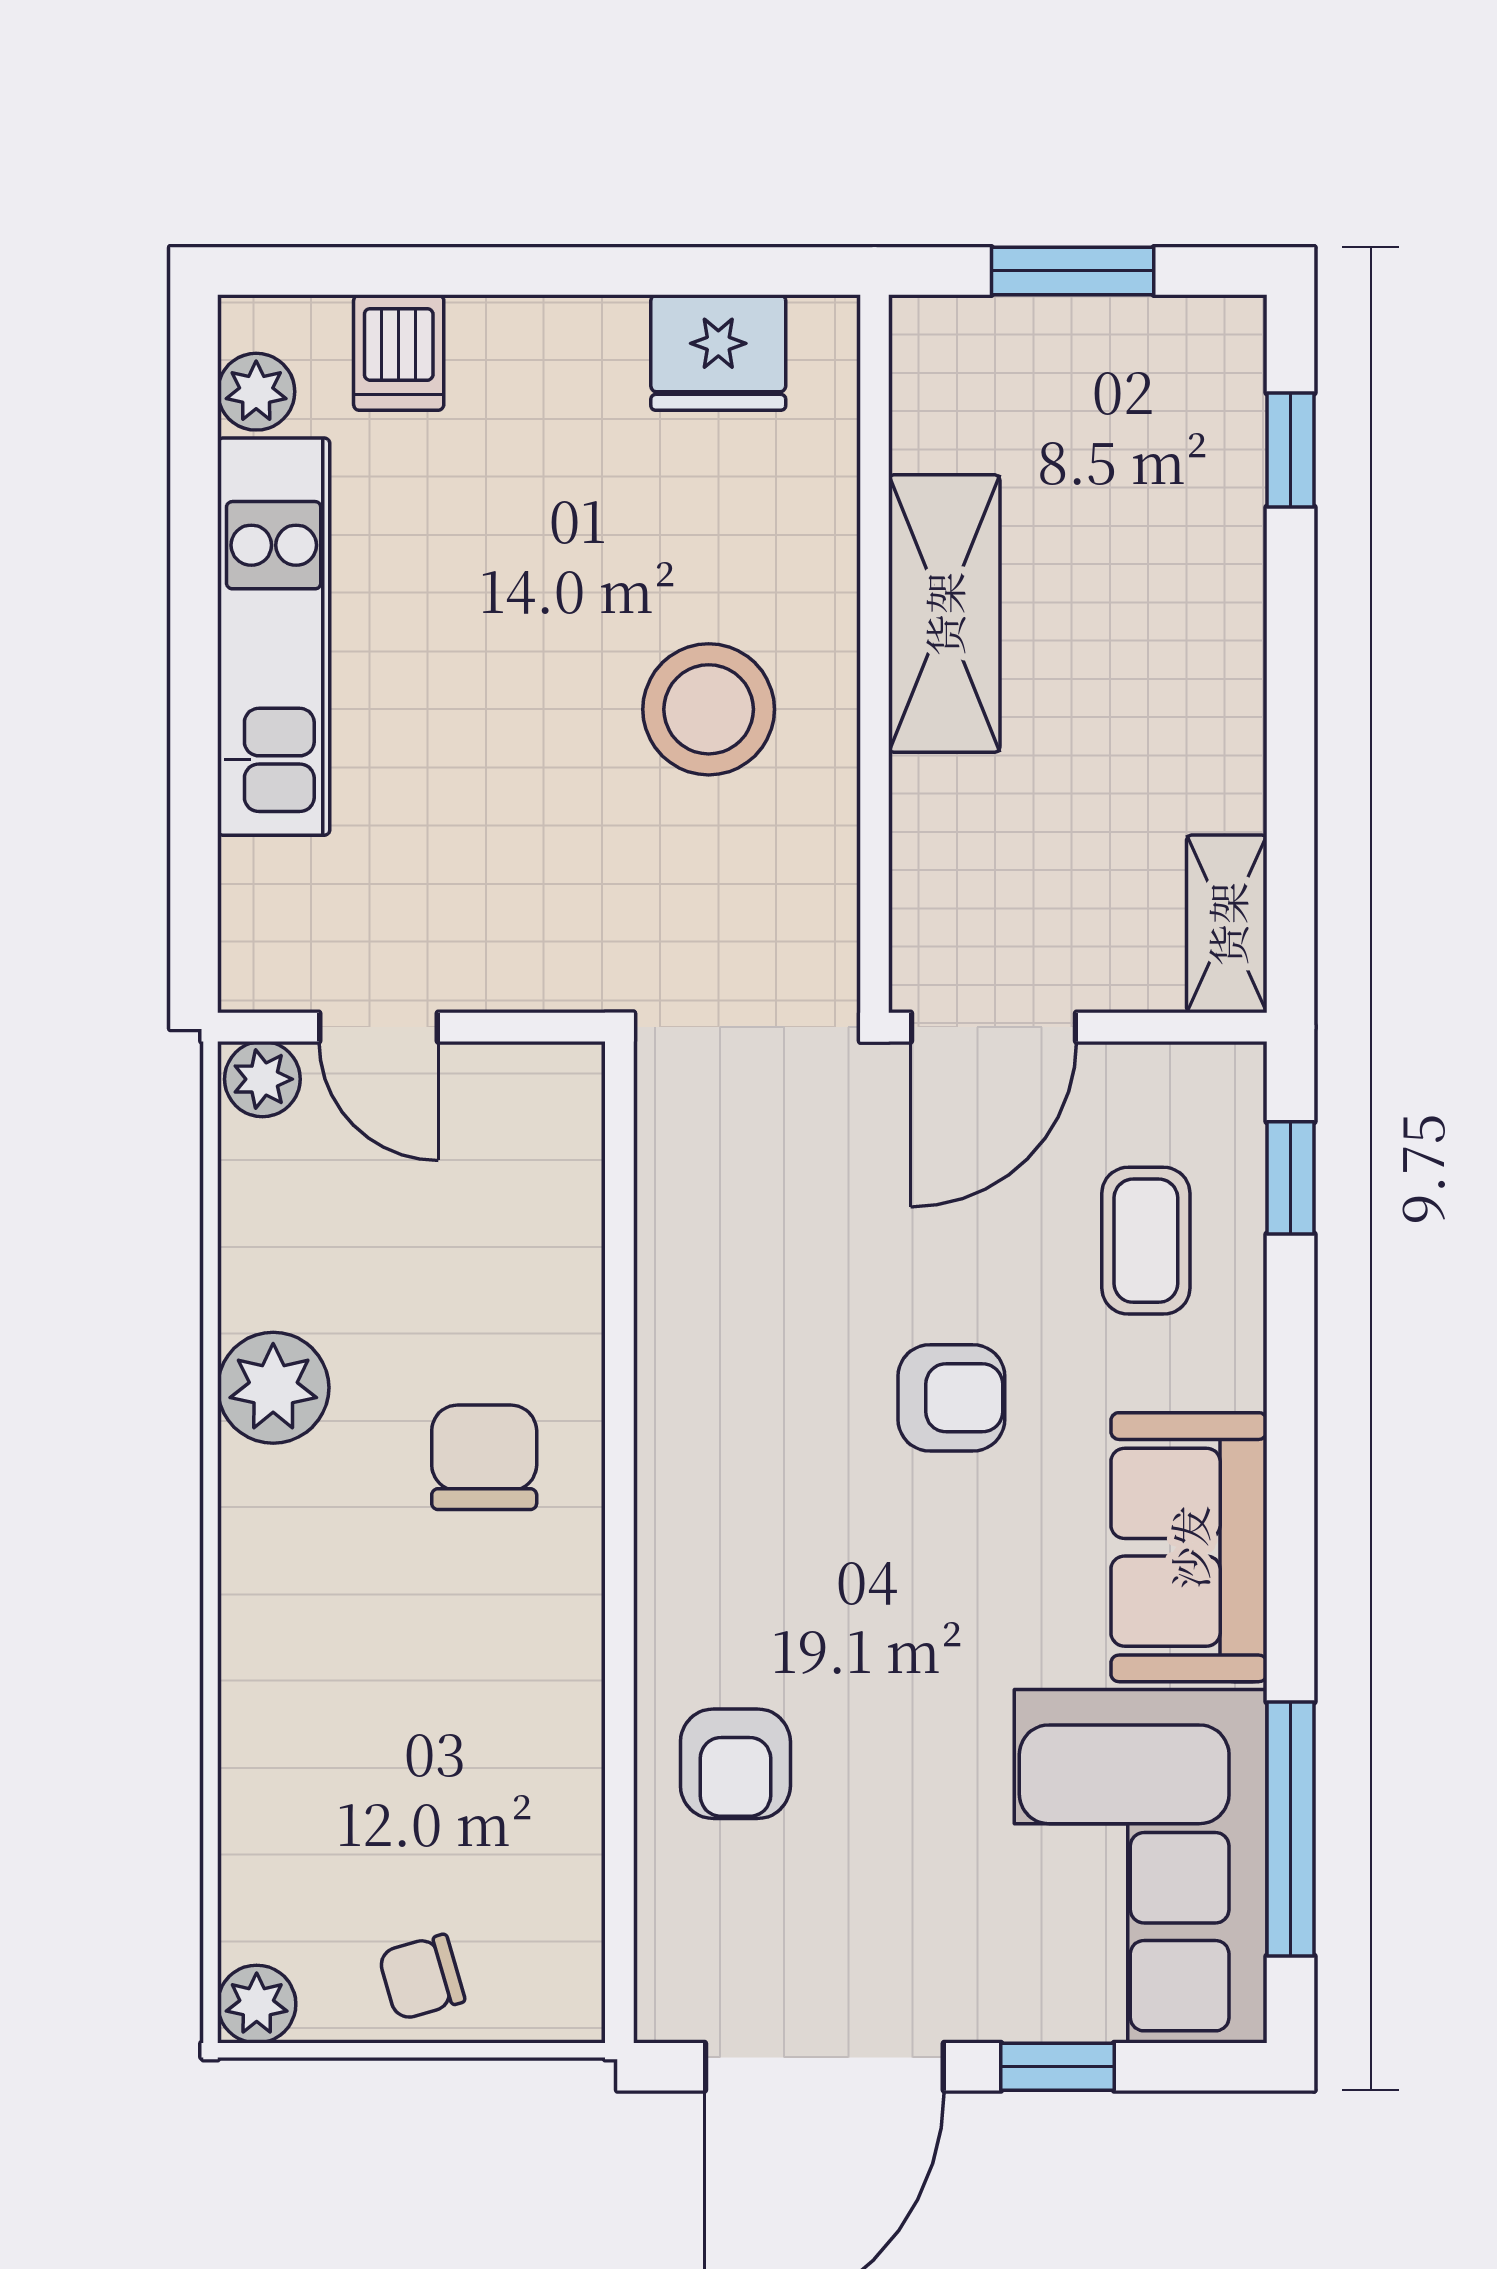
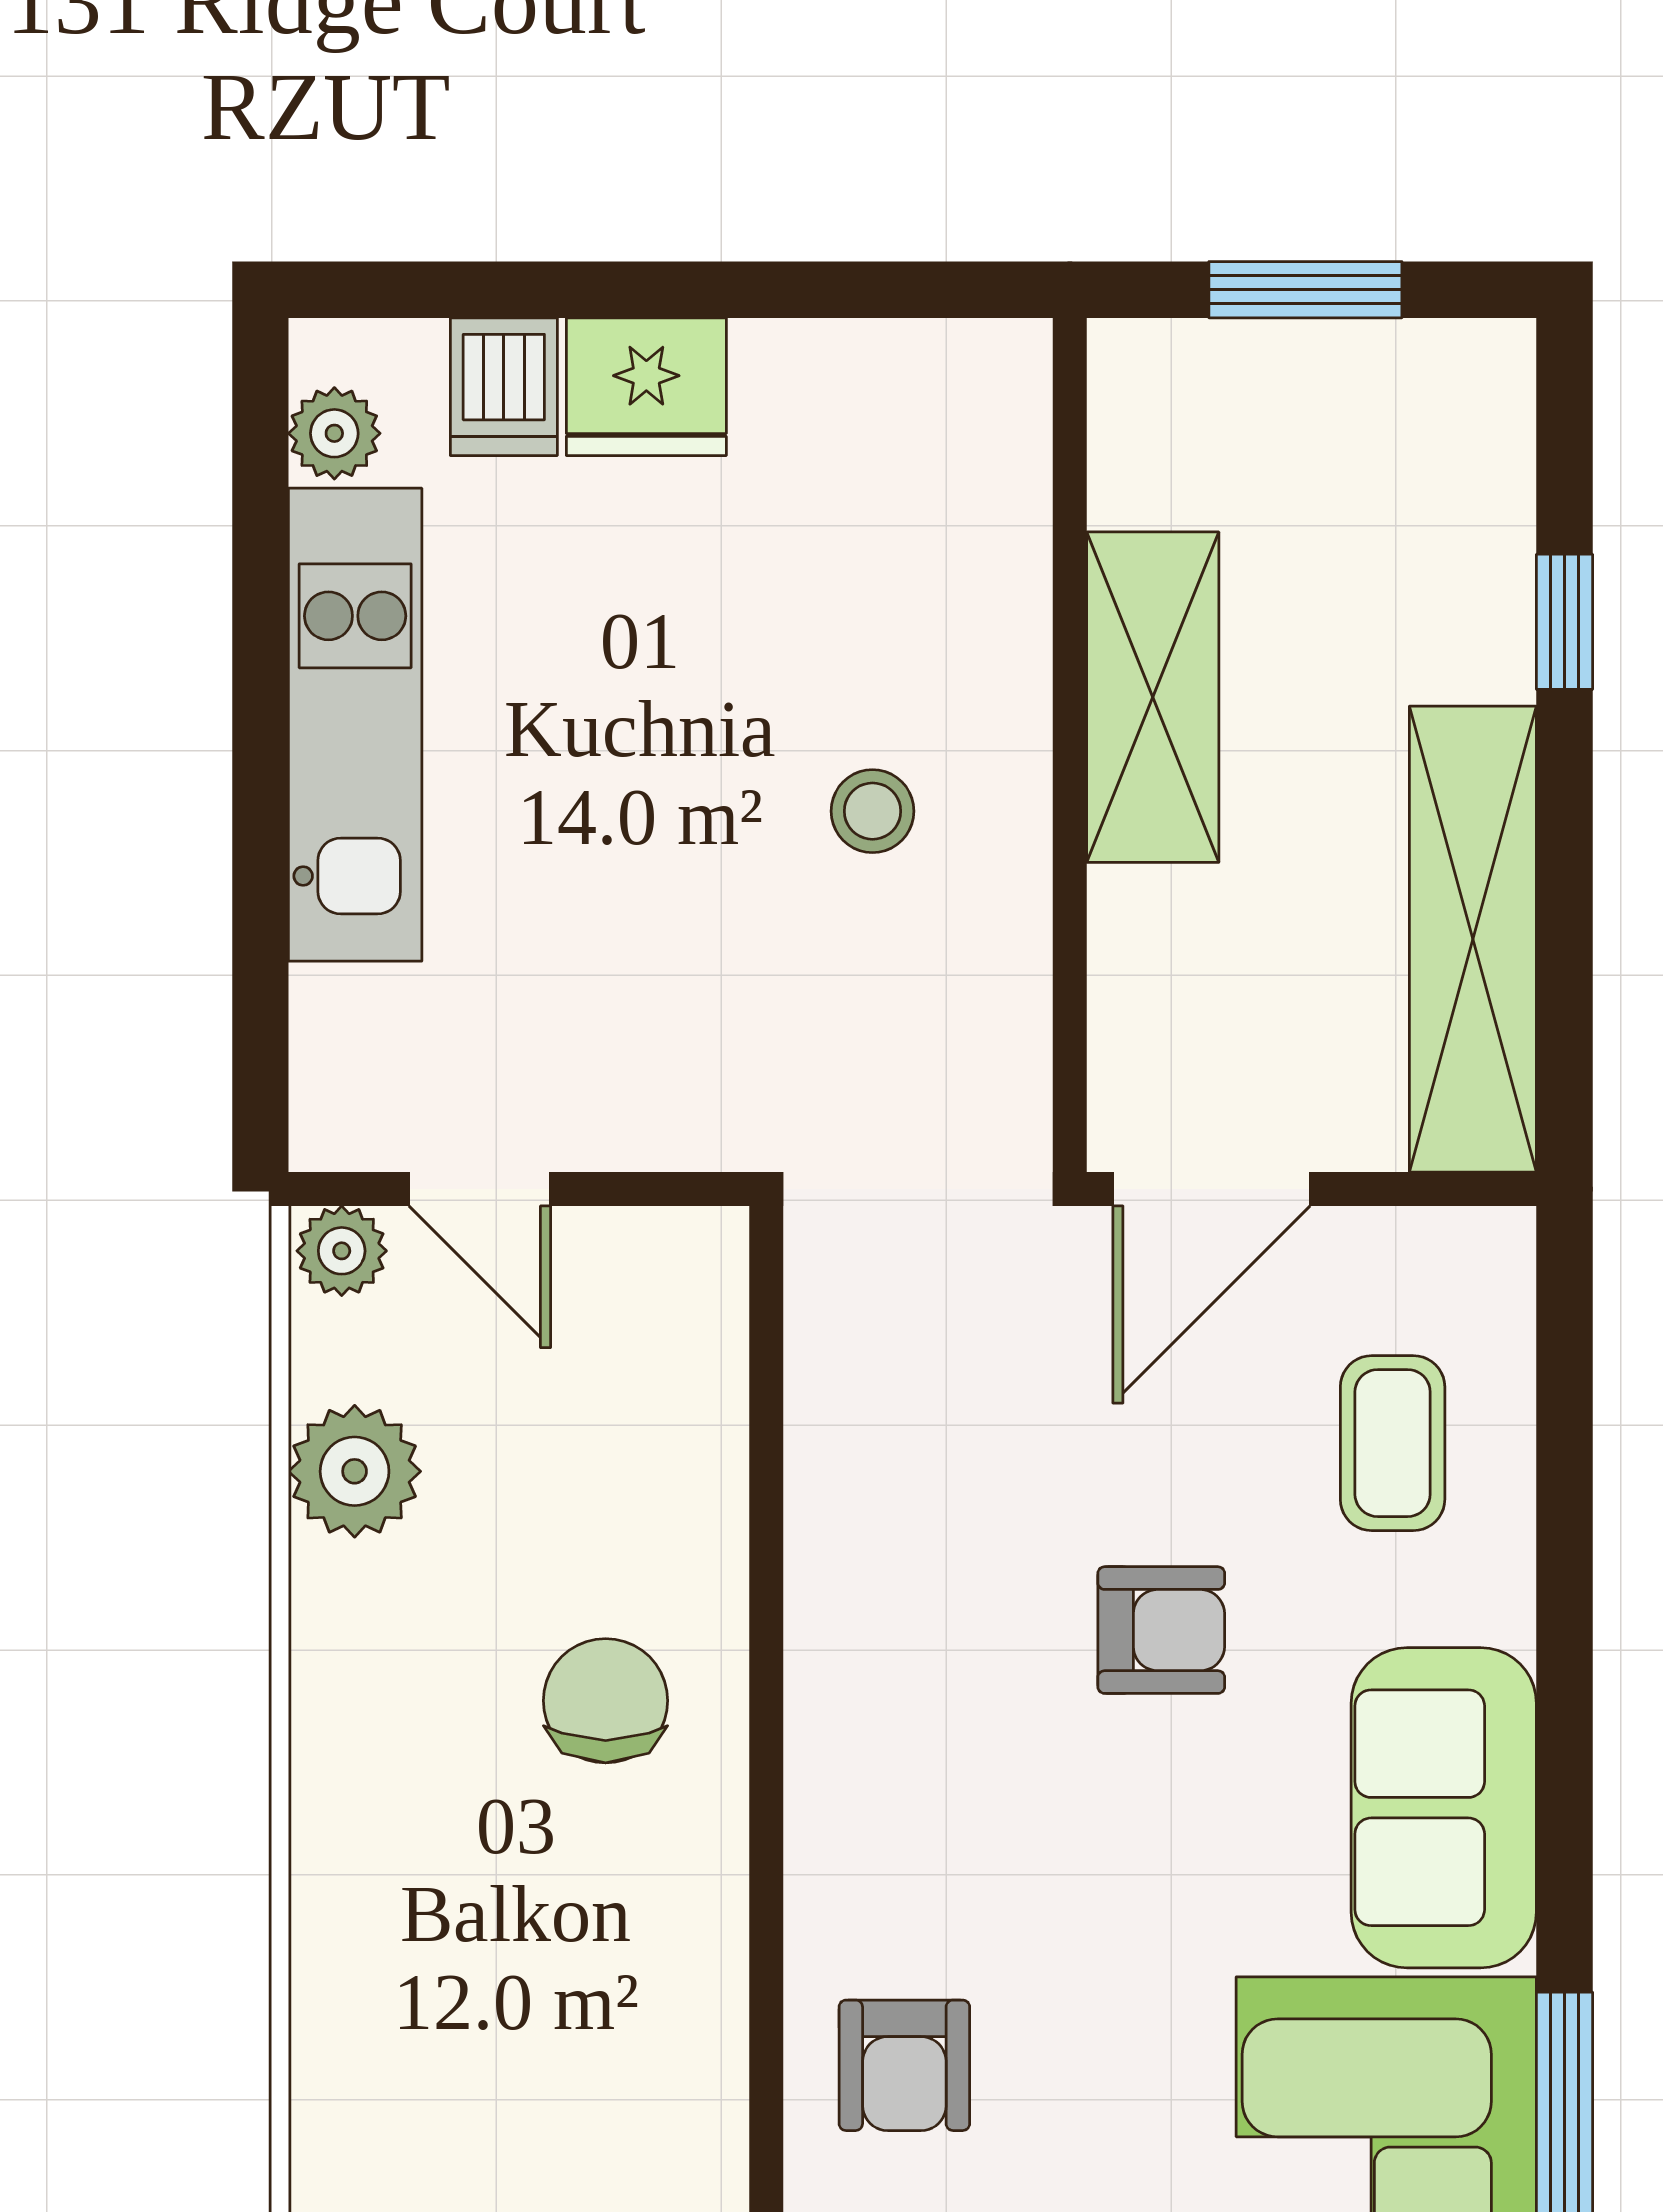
fridge: (718, 353) -> (646, 387), moved
window: (1290, 450) -> (1564, 622), moved
stool: (709, 709) -> (872, 811), width x0.53, depth x0.53
shelving: (1227, 924) -> (1473, 939), width x2.20, depth x1.33
window: (1290, 1178) -> (1564, 1368), removed
plant: (273, 1388) -> (355, 1471), moved

